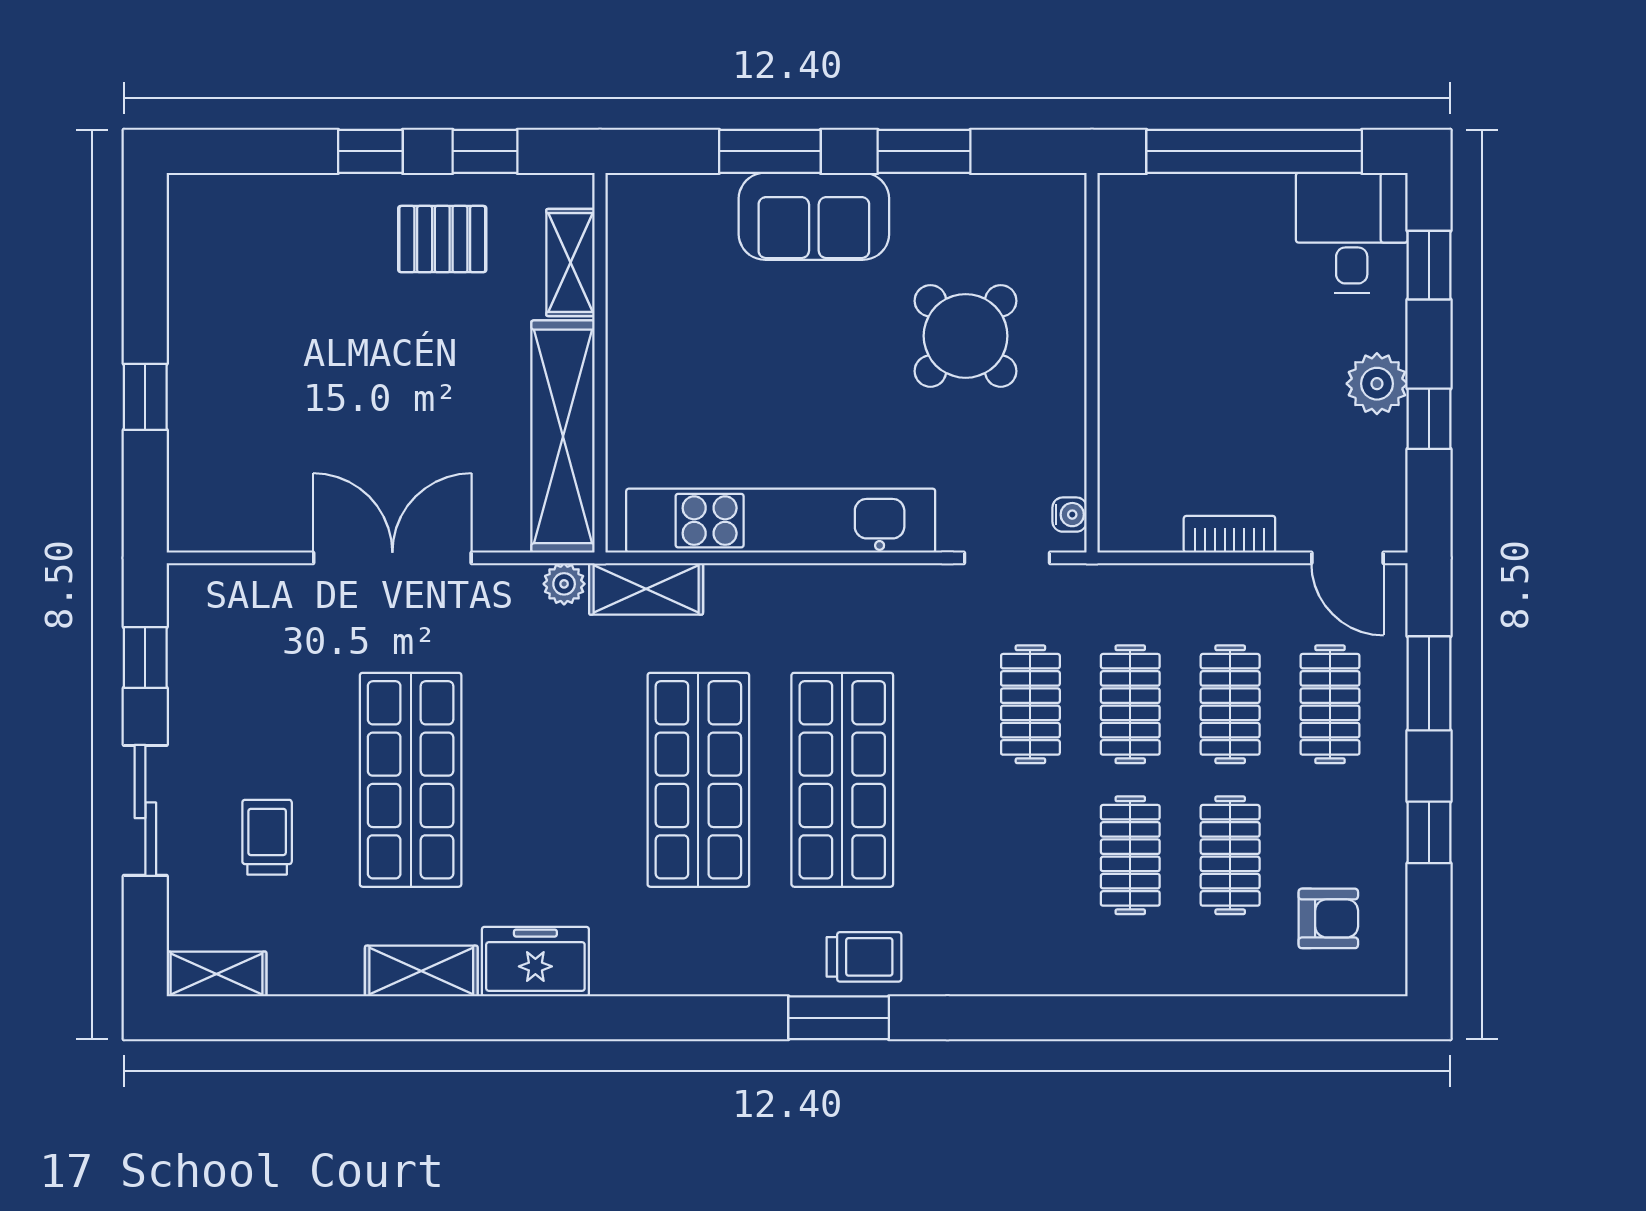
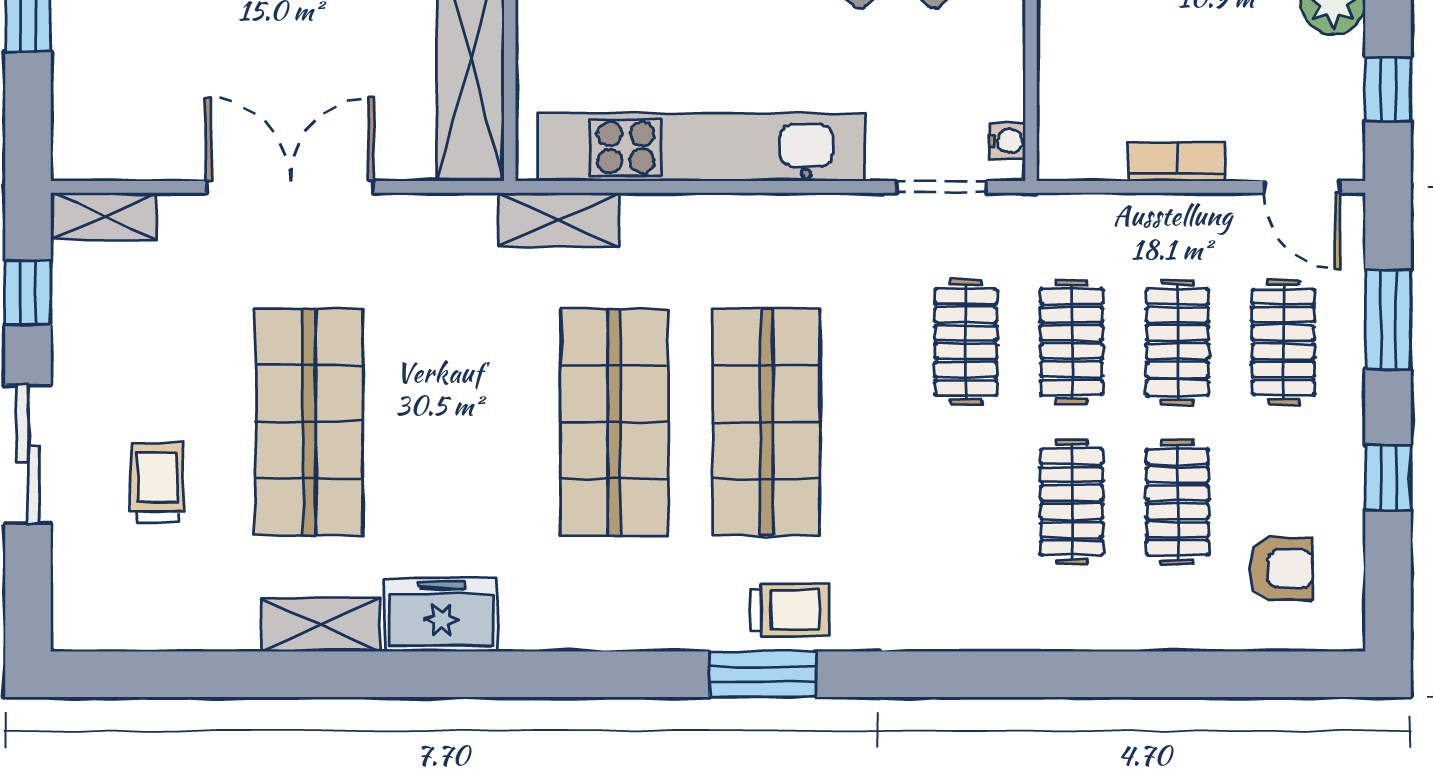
window: (1429, 419) -> (1388, 89), moved
plant: (564, 584) -> (472, 214), removed
shelving: (217, 974) -> (104, 216), moved

